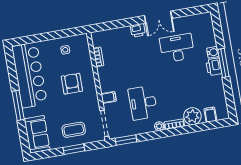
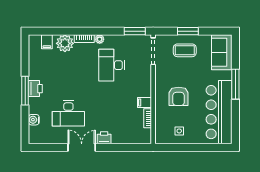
water cooler: (213, 52) -> (34, 120), moved
filing cabinet: (109, 97) -> (145, 102), moved
desk: (143, 103) -> (112, 65), turned 180

